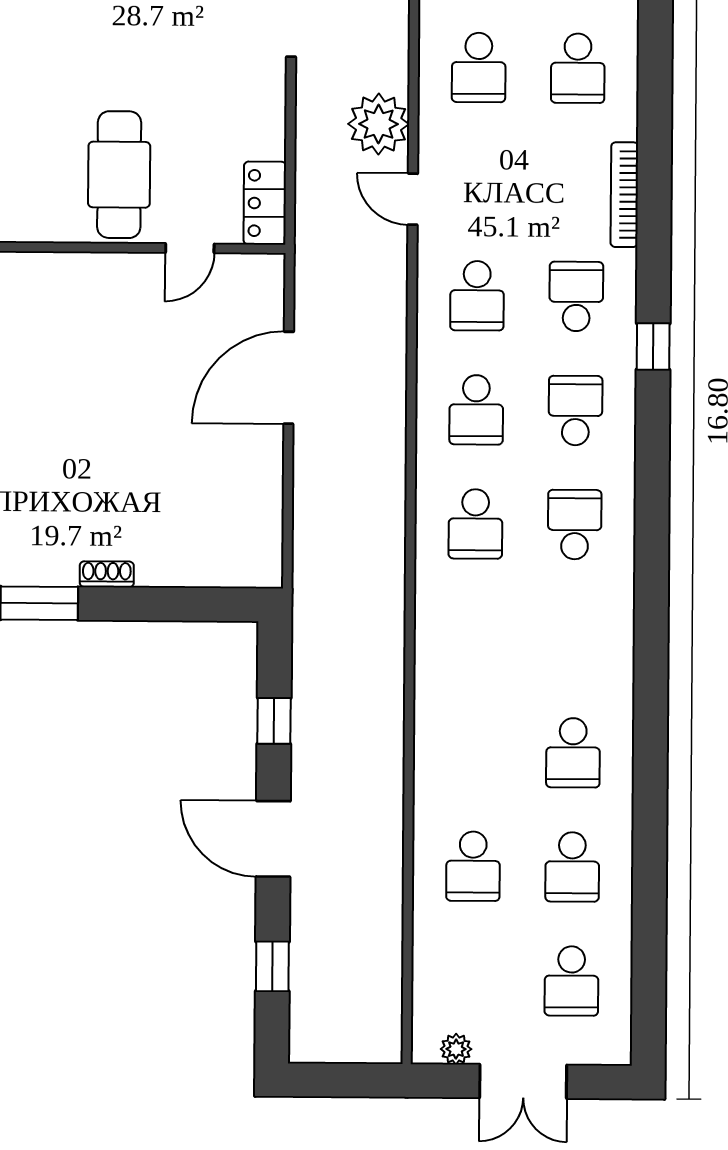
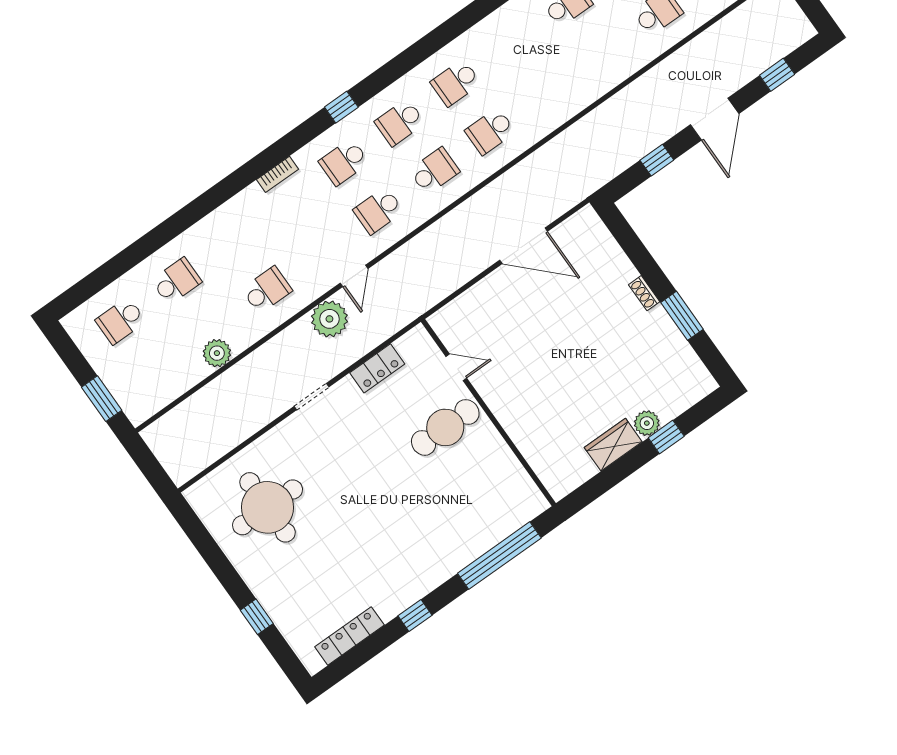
school desk: (578, 68) -> (232, 241), removed
bookcase: (624, 195) -> (277, 174), width x0.64
locker: (265, 203) -> (377, 368), moved
school desk: (477, 296) -> (378, 211), turned 180
door: (289, 378) -> (524, 246), moved
school desk: (475, 524) -> (490, 131), turned 180

